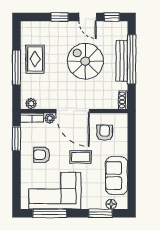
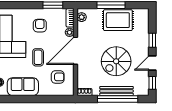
rug: (35, 59) -> (118, 20), width x1.36, depth x1.43
spiral stairs: (85, 61) -> (116, 61), turned 180

